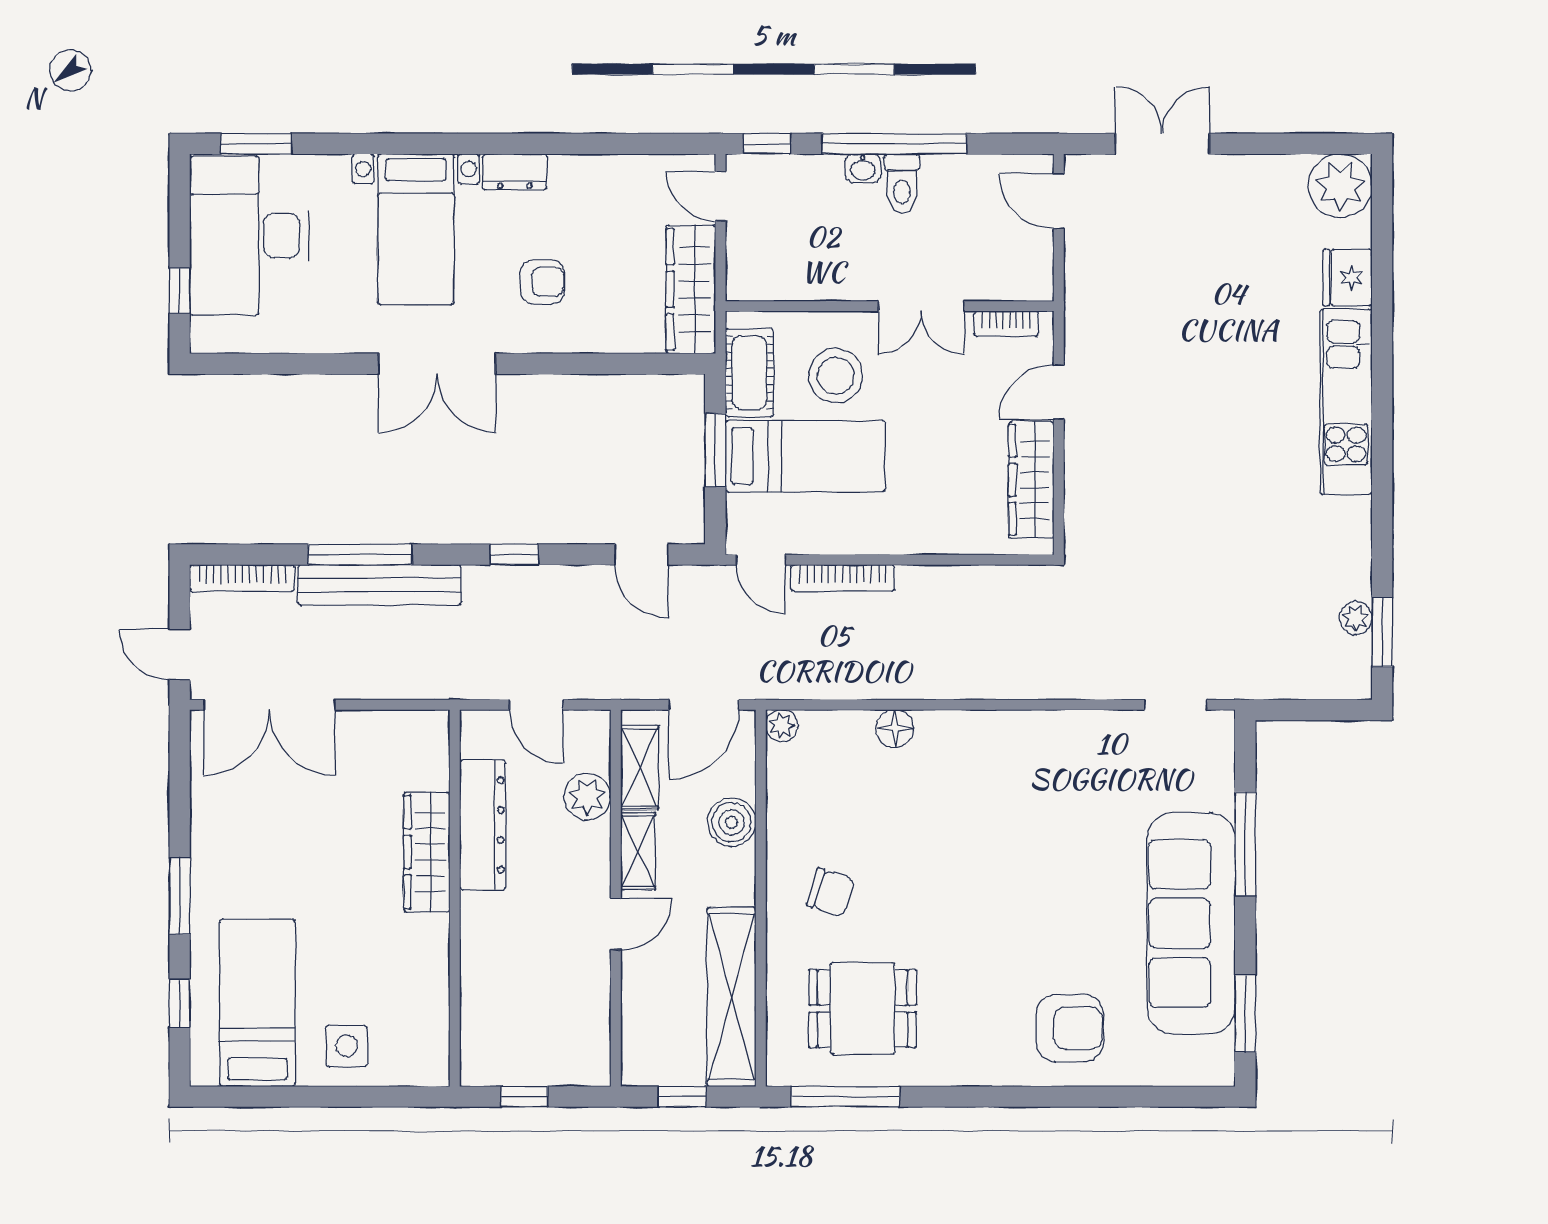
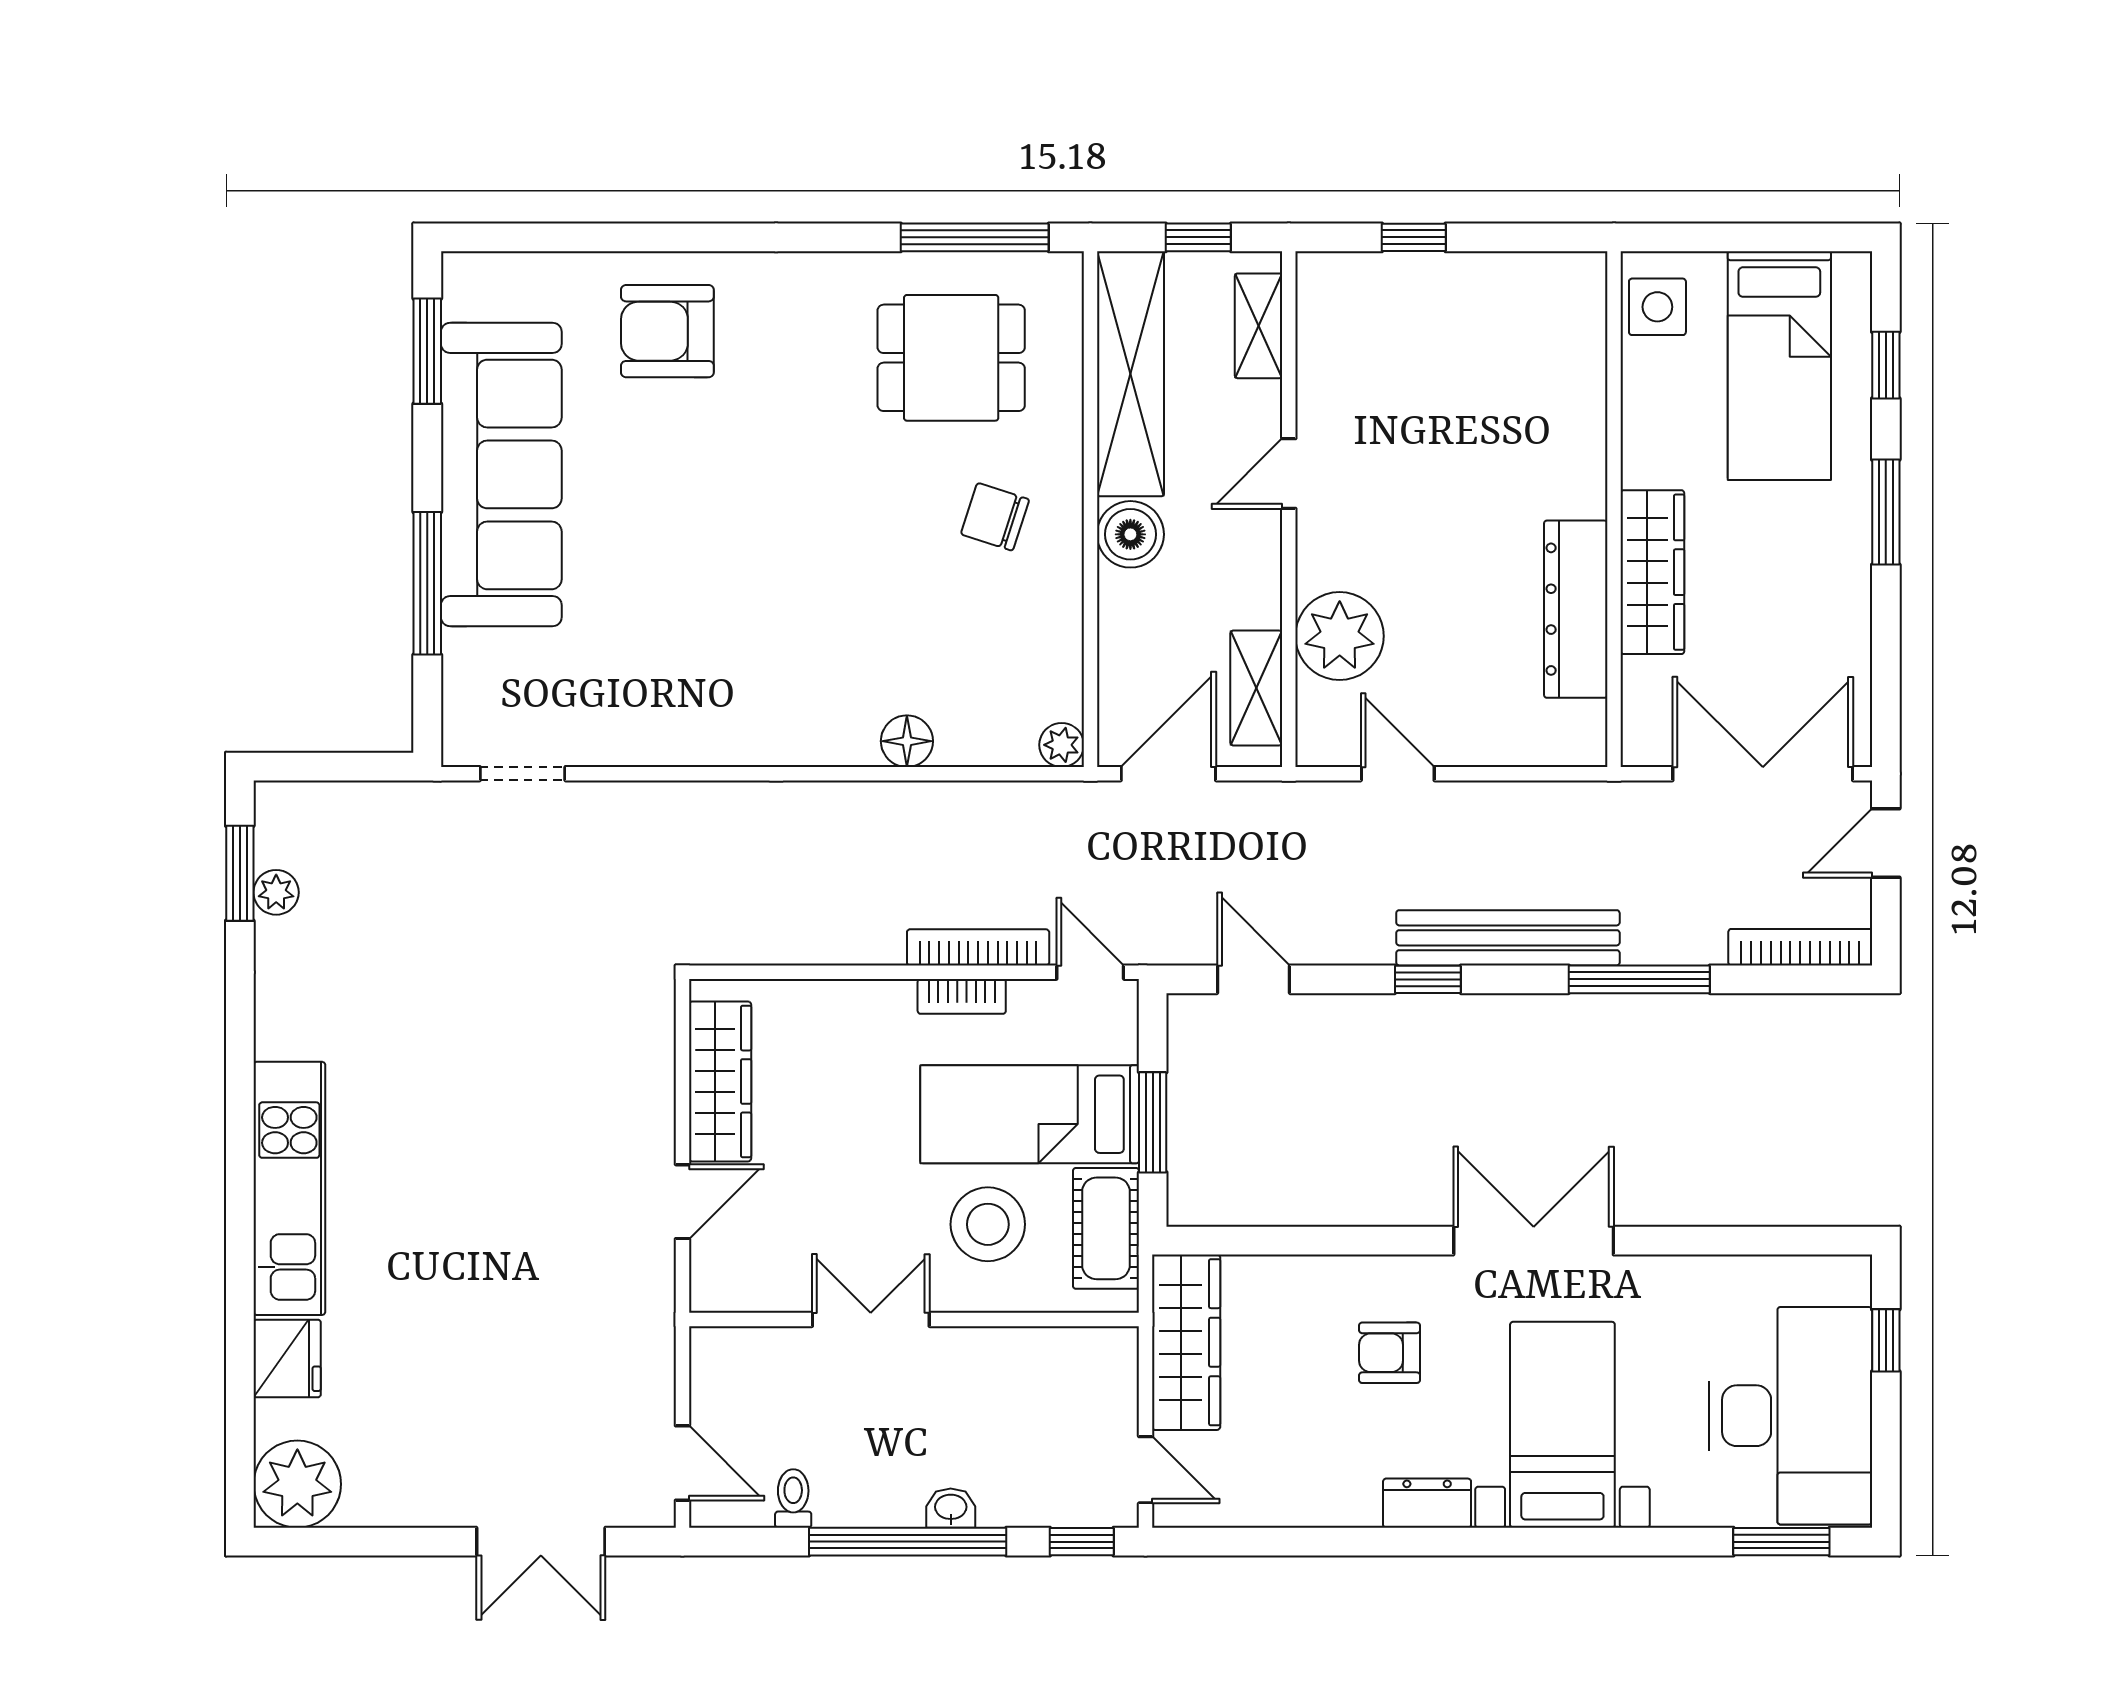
toilet: (902, 184) -> (793, 1498), moved, width x0.73, depth x0.72
bookcase: (1006, 324) -> (962, 996), moved, turned 180
bench: (379, 585) -> (1508, 938), moved
door: (180, 654) -> (1886, 843), swing flipped
plant: (587, 797) -> (1340, 636), width x1.36, depth x1.36
boiler: (732, 822) -> (1130, 534), moved
dresser: (483, 825) -> (1576, 609), moved
shelving: (638, 851) -> (1259, 326), moved
wardrobe: (427, 852) -> (1652, 572), moved
wall: (455, 898) -> (1614, 509), moved

